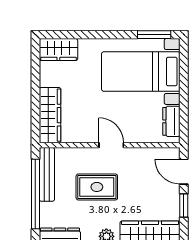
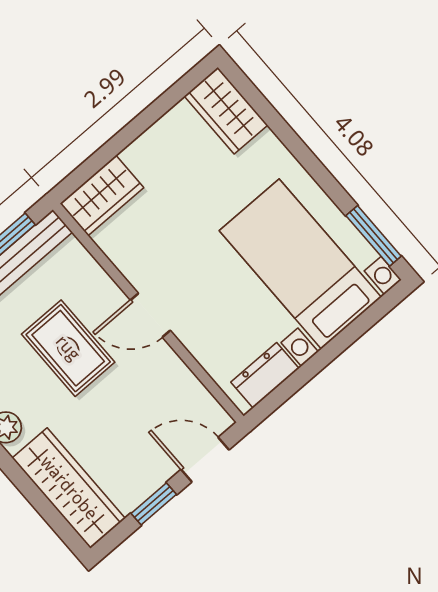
wardrobe: (50, 115) -> (102, 195), width x0.67
door: (111, 145) -> (150, 315), swing flipped
door: (184, 172) -> (205, 460), hinge flipped

